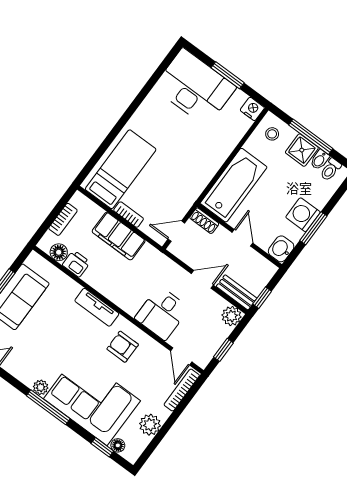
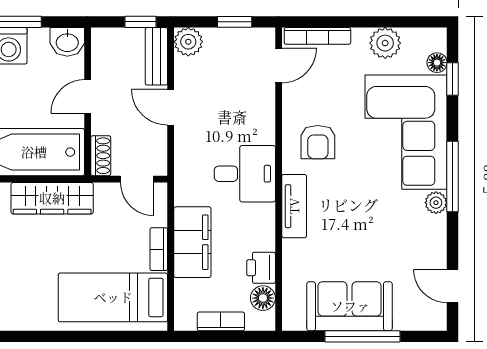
wardrobe: (201, 176) -> (52, 198), added
desk: (162, 313) -> (245, 174), moved

